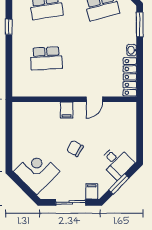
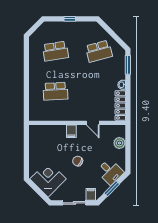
window: (9, 27) -> (26, 67), removed
door: (94, 99) -> (93, 123), hinge flipped
plant: (129, 125) -> (119, 143), added

